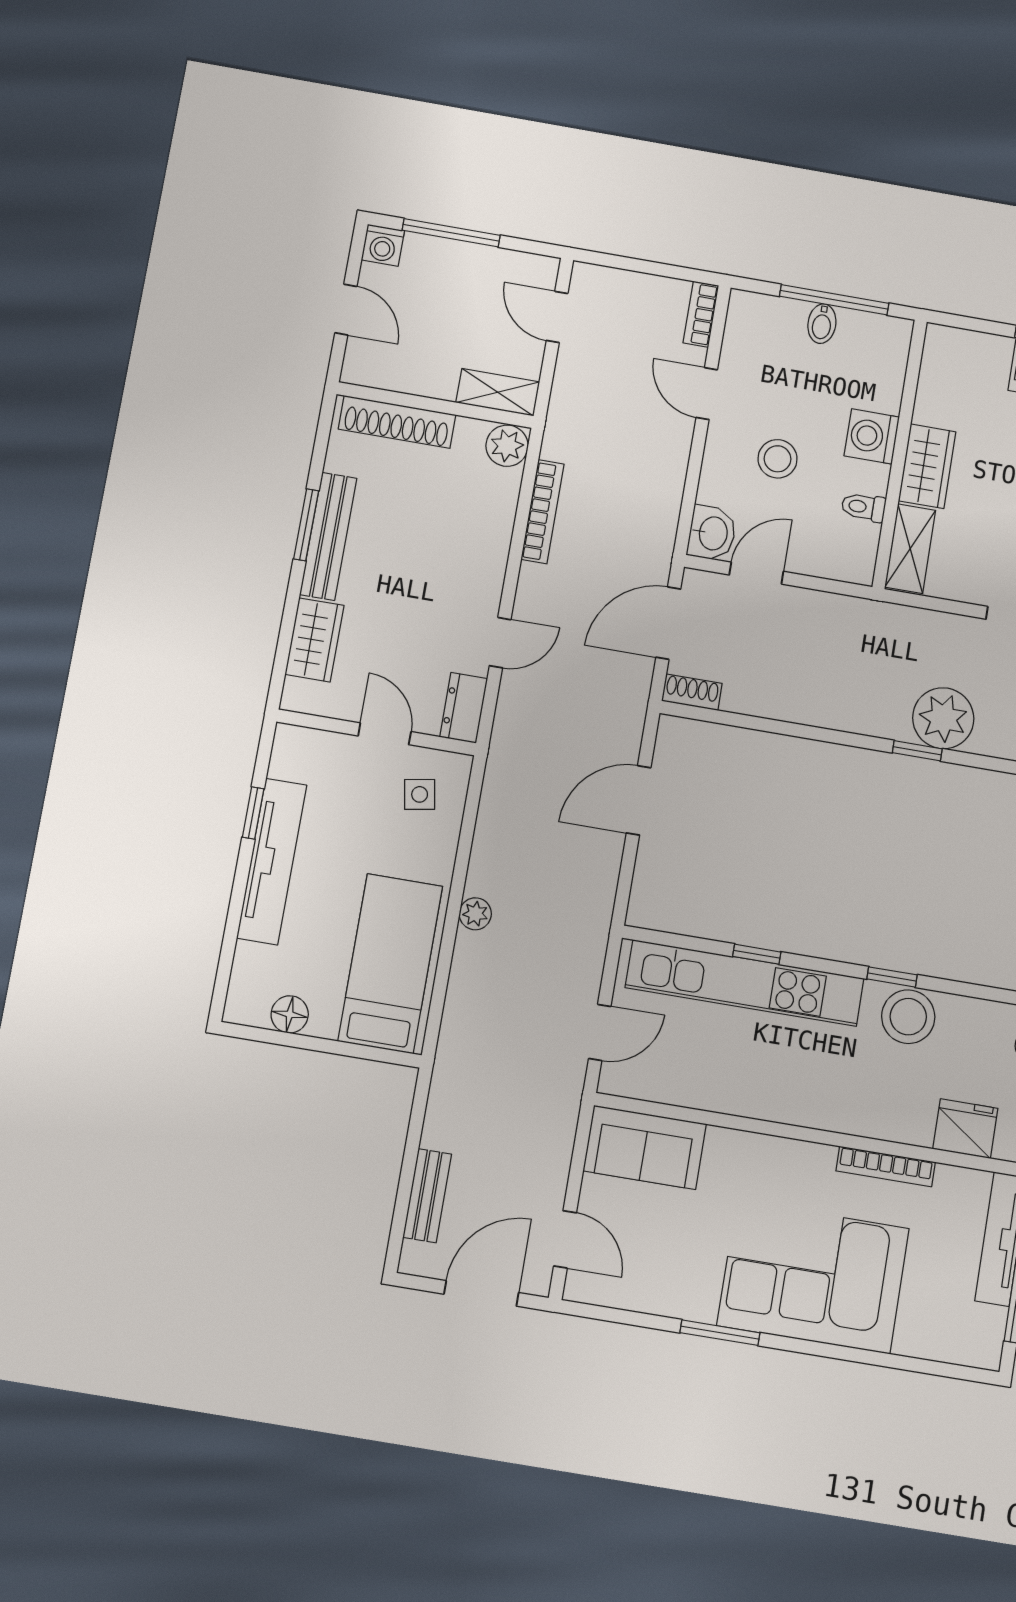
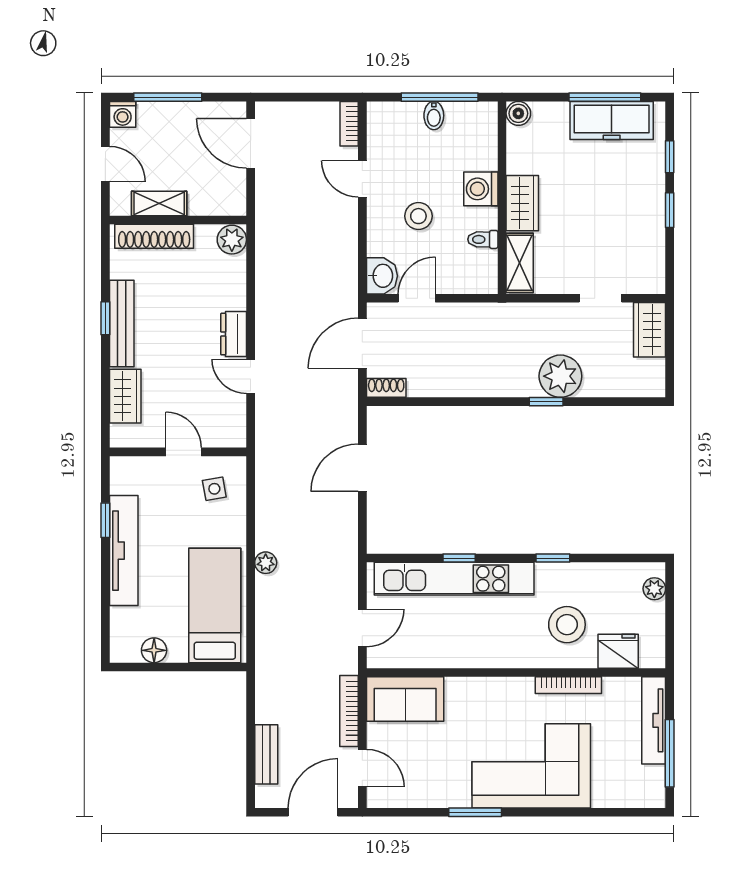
door: (557, 317) -> (251, 143), width x1.38
boiler: (941, 341) -> (518, 113), added
shelving: (498, 392) -> (159, 203), moved
bookcase: (543, 512) -> (349, 711), moved, turned 180
window: (306, 525) -> (105, 318), width x0.67
door: (500, 643) -> (251, 376), swing flipped
dresser: (464, 708) -> (234, 334), moved
stool: (908, 1017) -> (567, 625), moved

